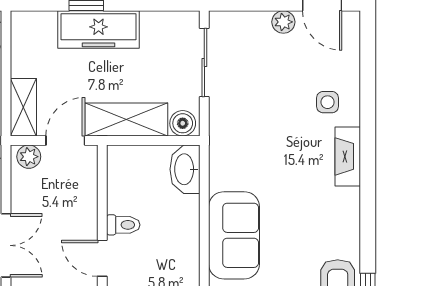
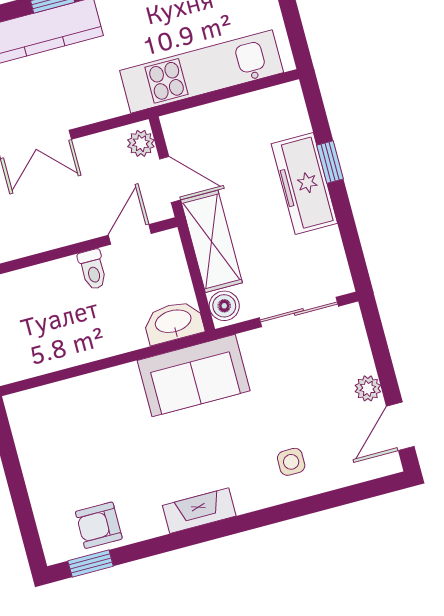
shelving: (23, 107) -> (195, 122), removed
fireplace: (348, 156) -> (199, 511), moved
sofa: (234, 235) -> (194, 376), moved
door: (102, 258) -> (130, 234), moved

